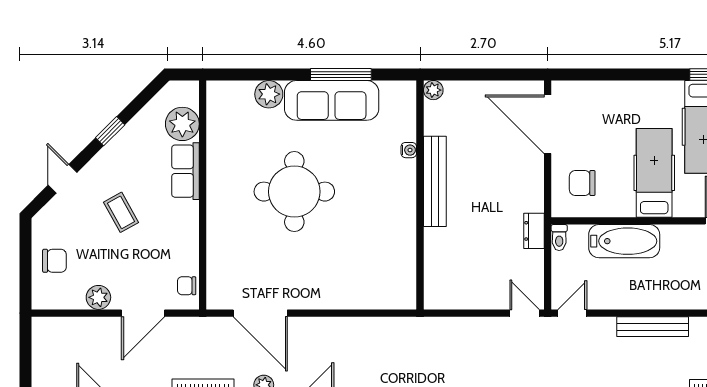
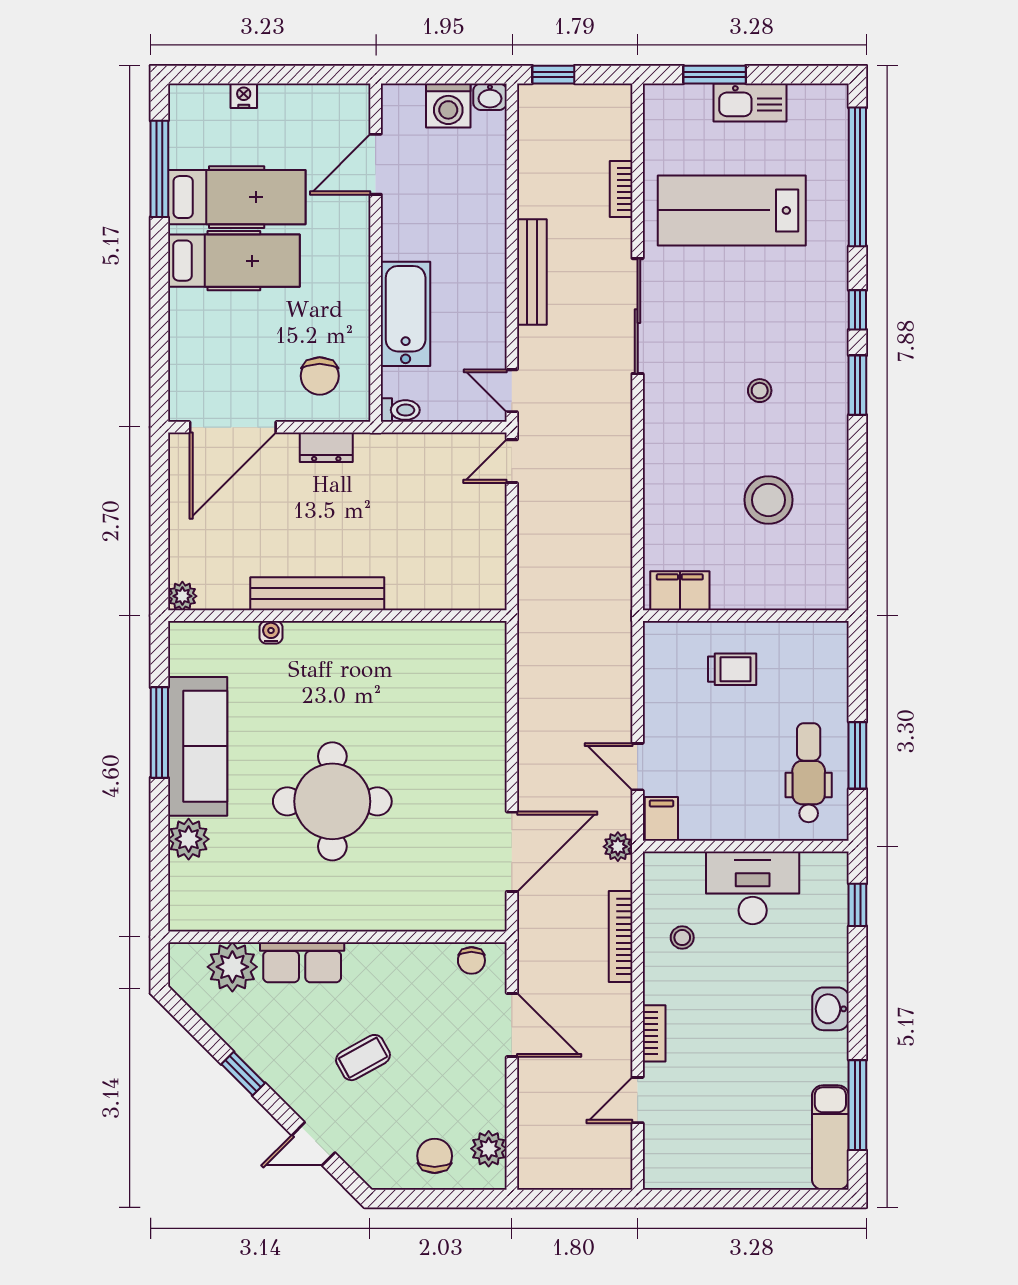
hospital bed: (654, 173) -> (234, 261), moved, turned 180
dresser: (534, 231) -> (326, 447), moved
plant: (98, 297) -> (489, 1149), moved

